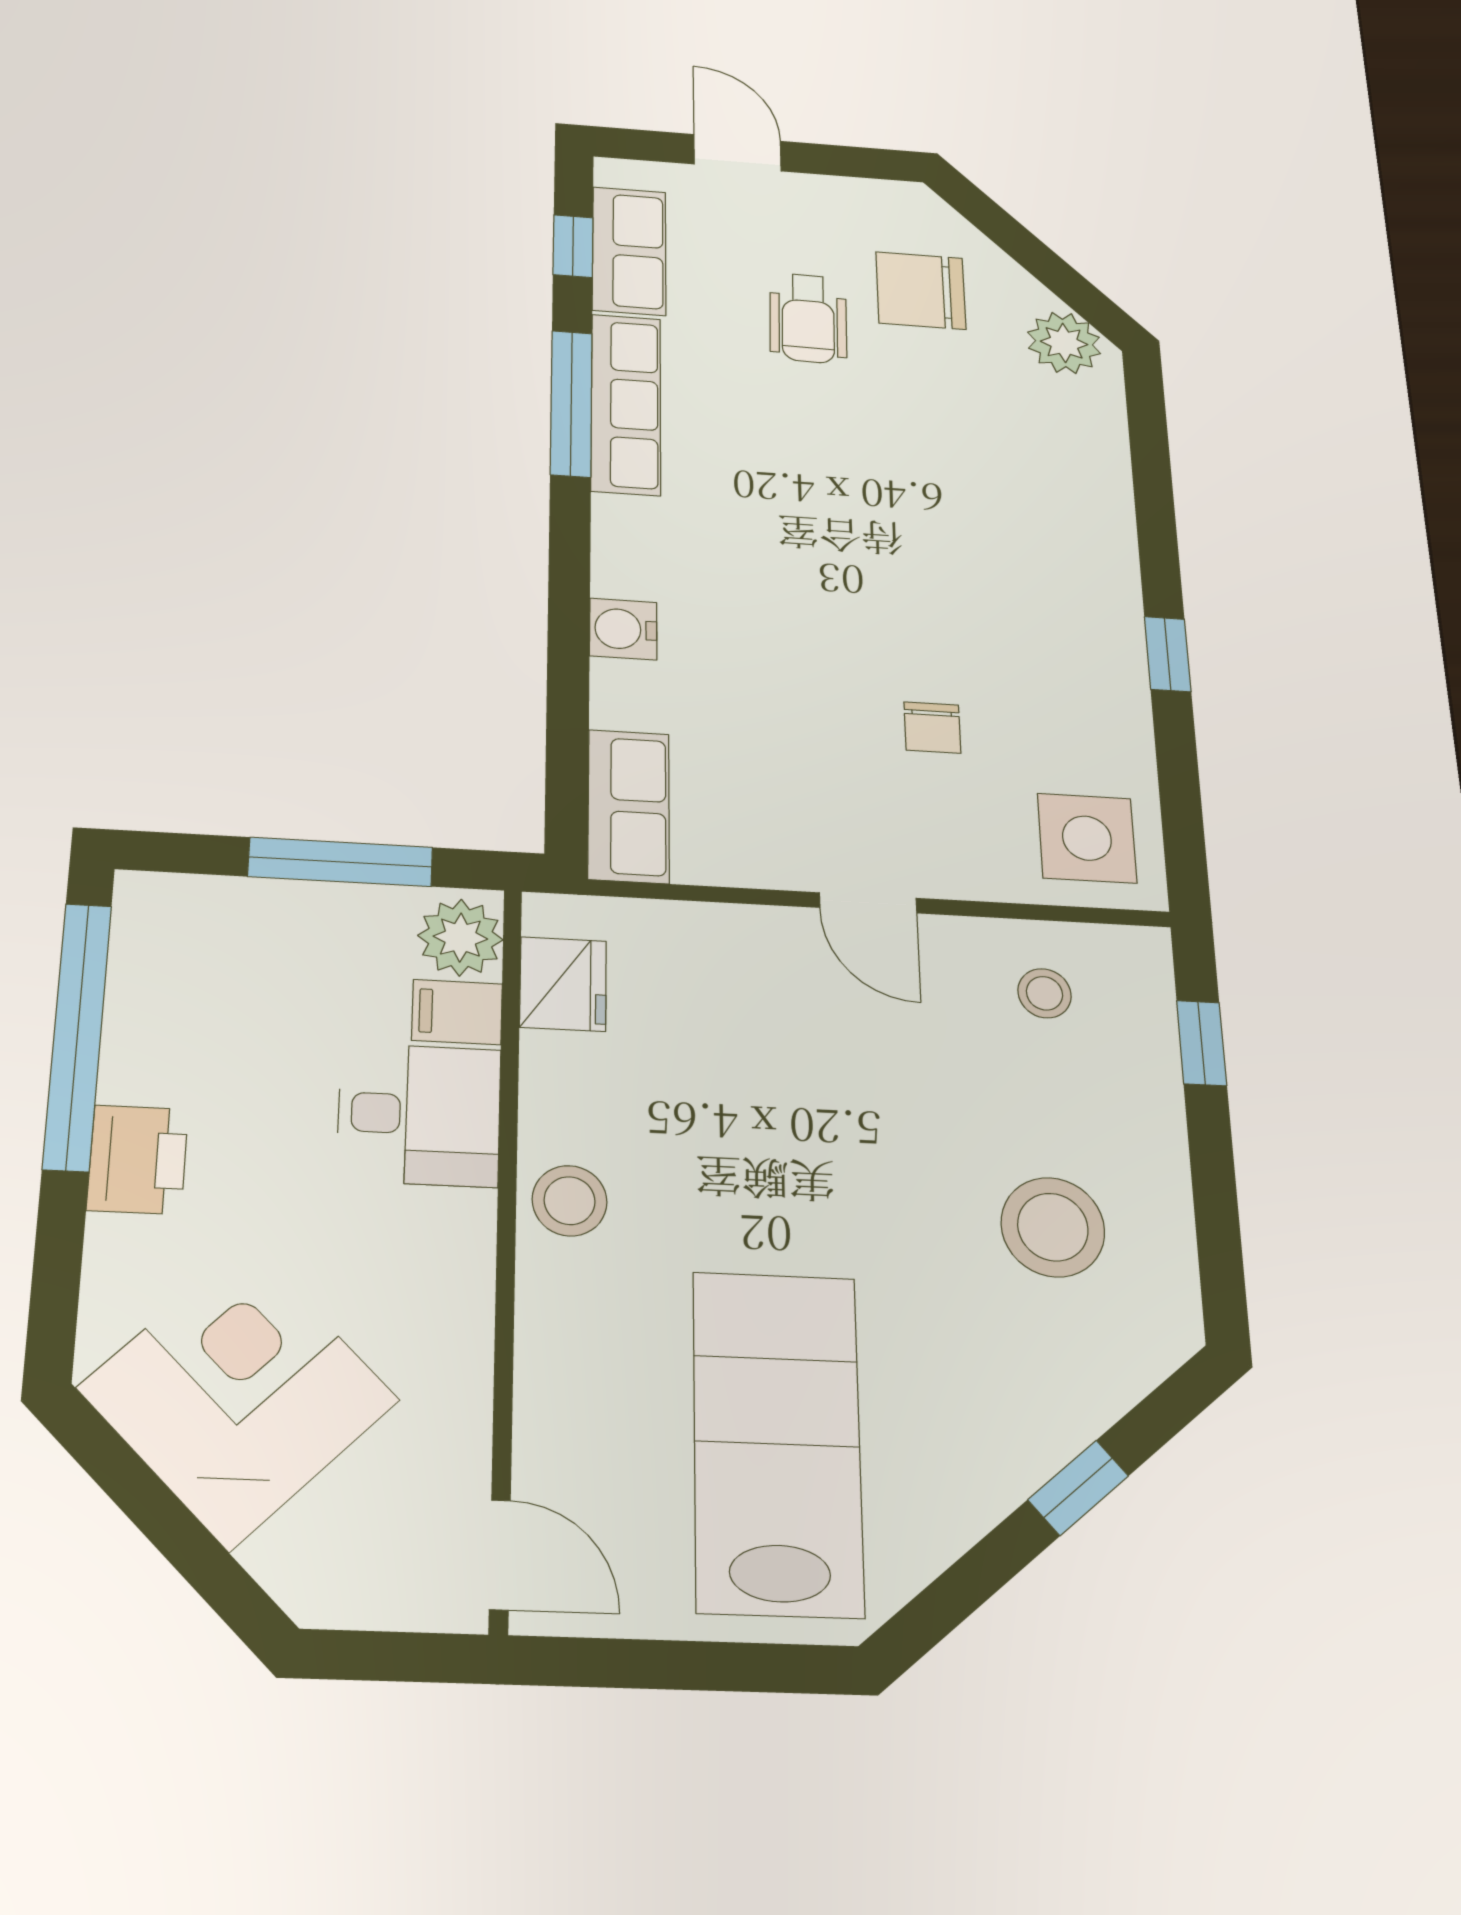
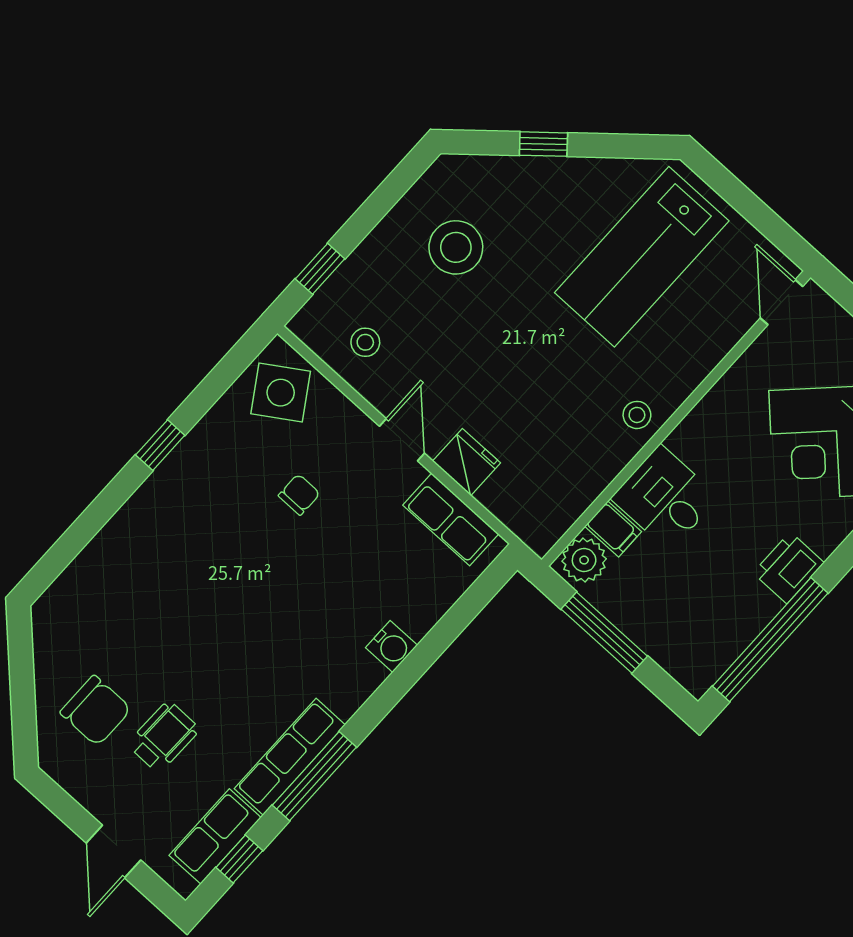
plant: (1064, 343) -> (54, 631), removed
row of seats: (629, 806) -> (451, 519), moved, turned -90
side table: (1087, 838) -> (281, 393), turned -33
fridge: (563, 984) -> (467, 462), moved, turned 90
stool: (570, 1201) -> (637, 415), width x0.73, depth x0.73

